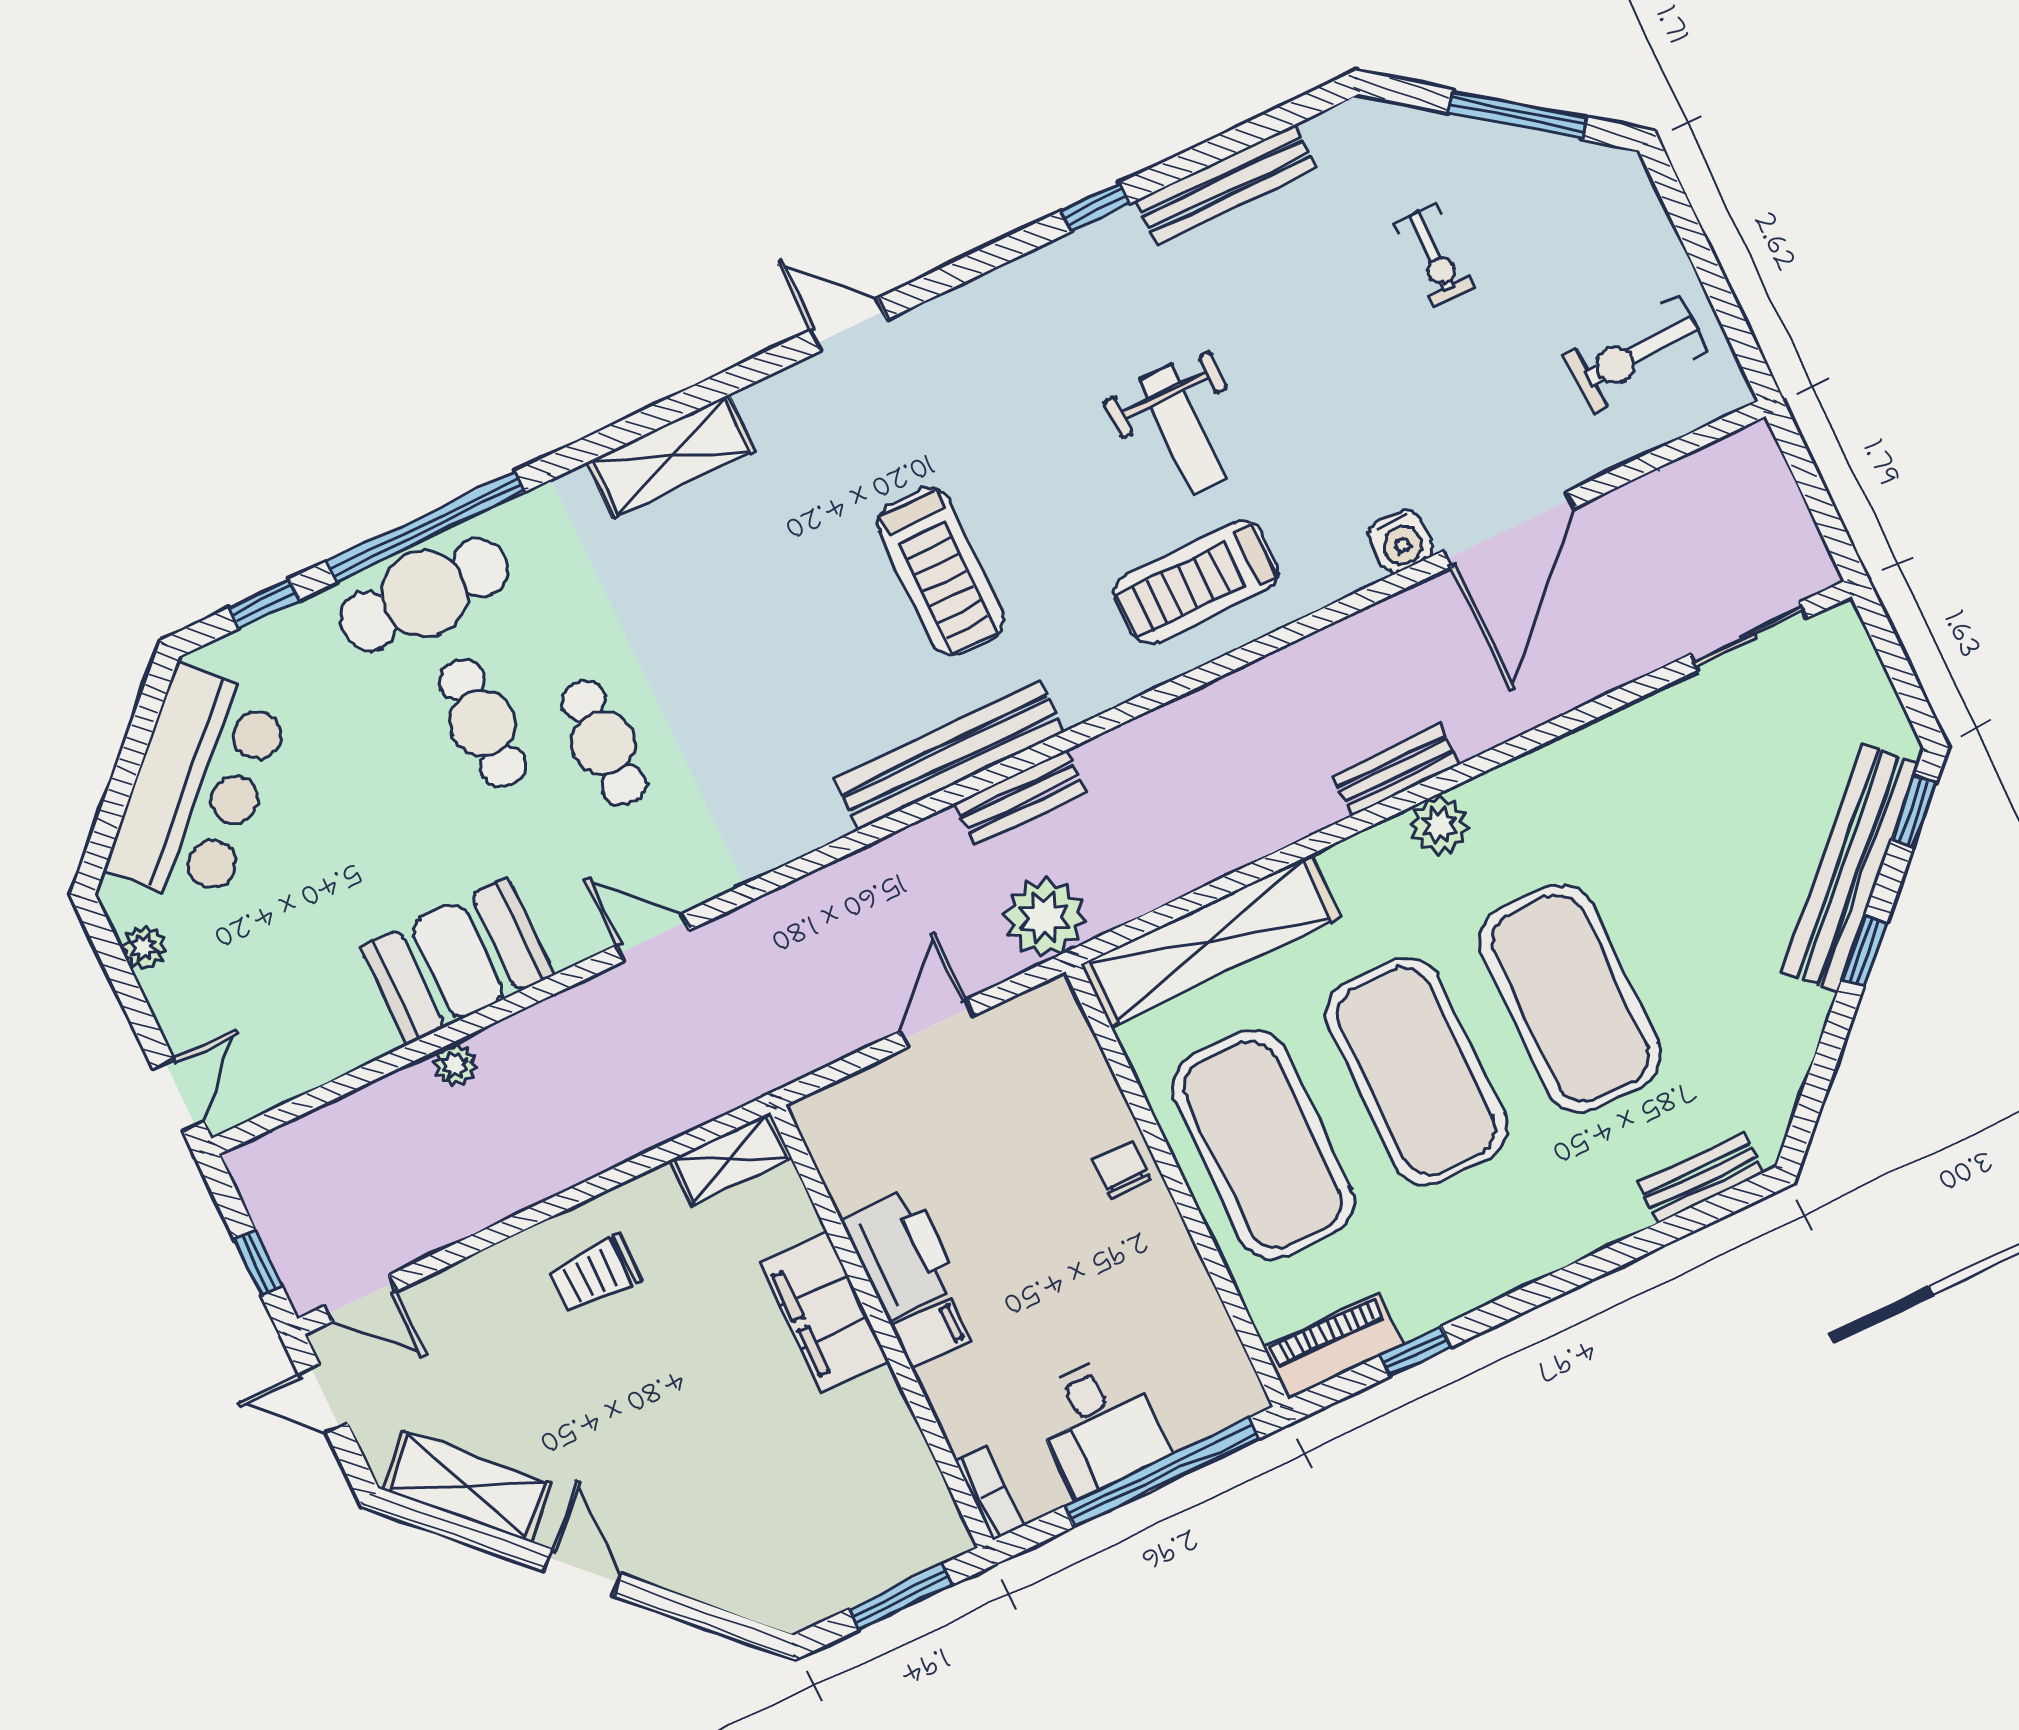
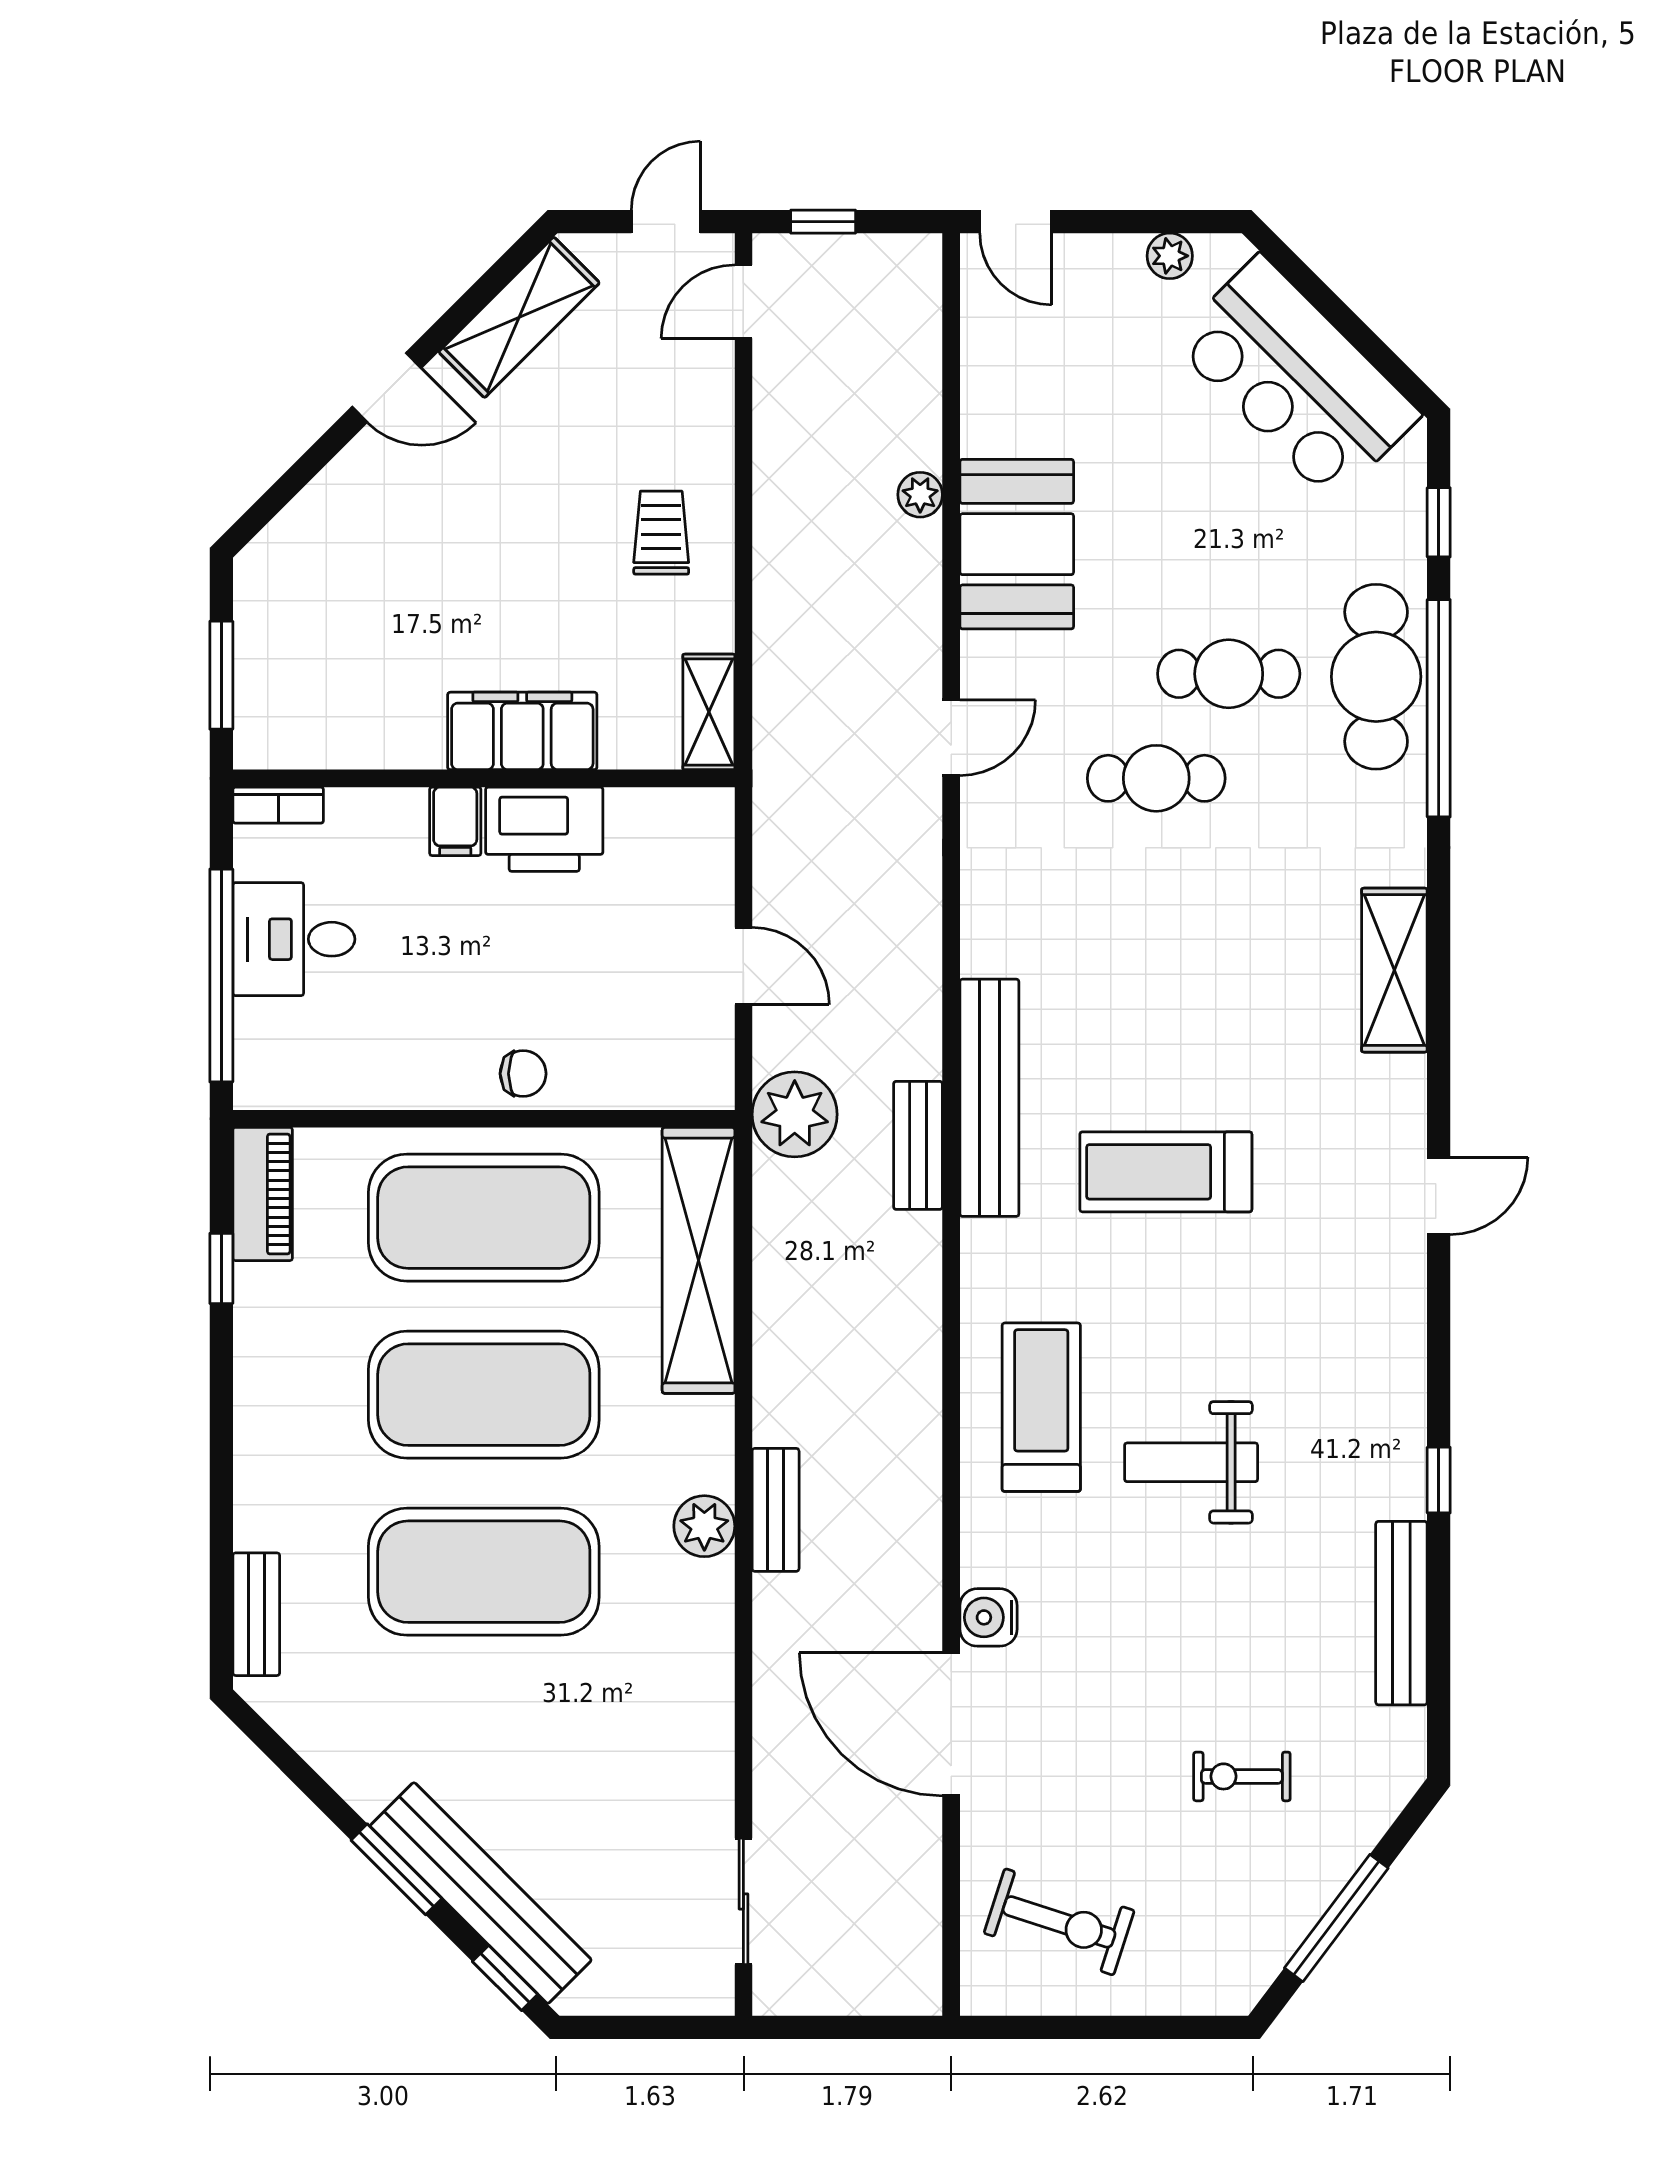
exercise bike: (1636, 354) -> (1059, 1922), turned 111
window: (1864, 951) -> (396, 1869), width x1.50

